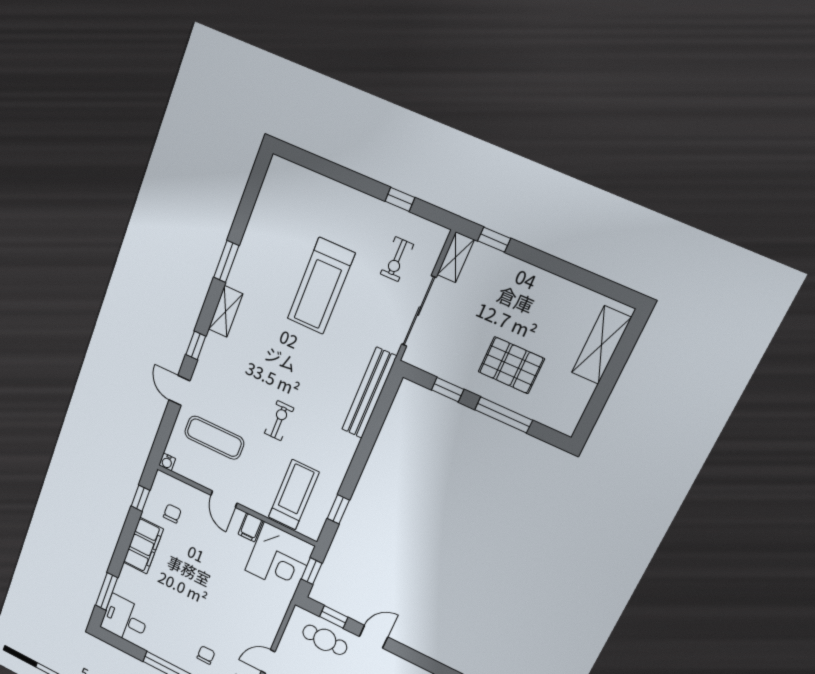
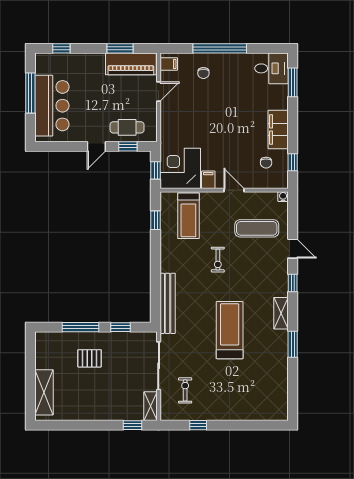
treadmill: (321, 286) -> (230, 330), moved
pallet: (511, 365) -> (90, 358), width x0.67, depth x0.71

